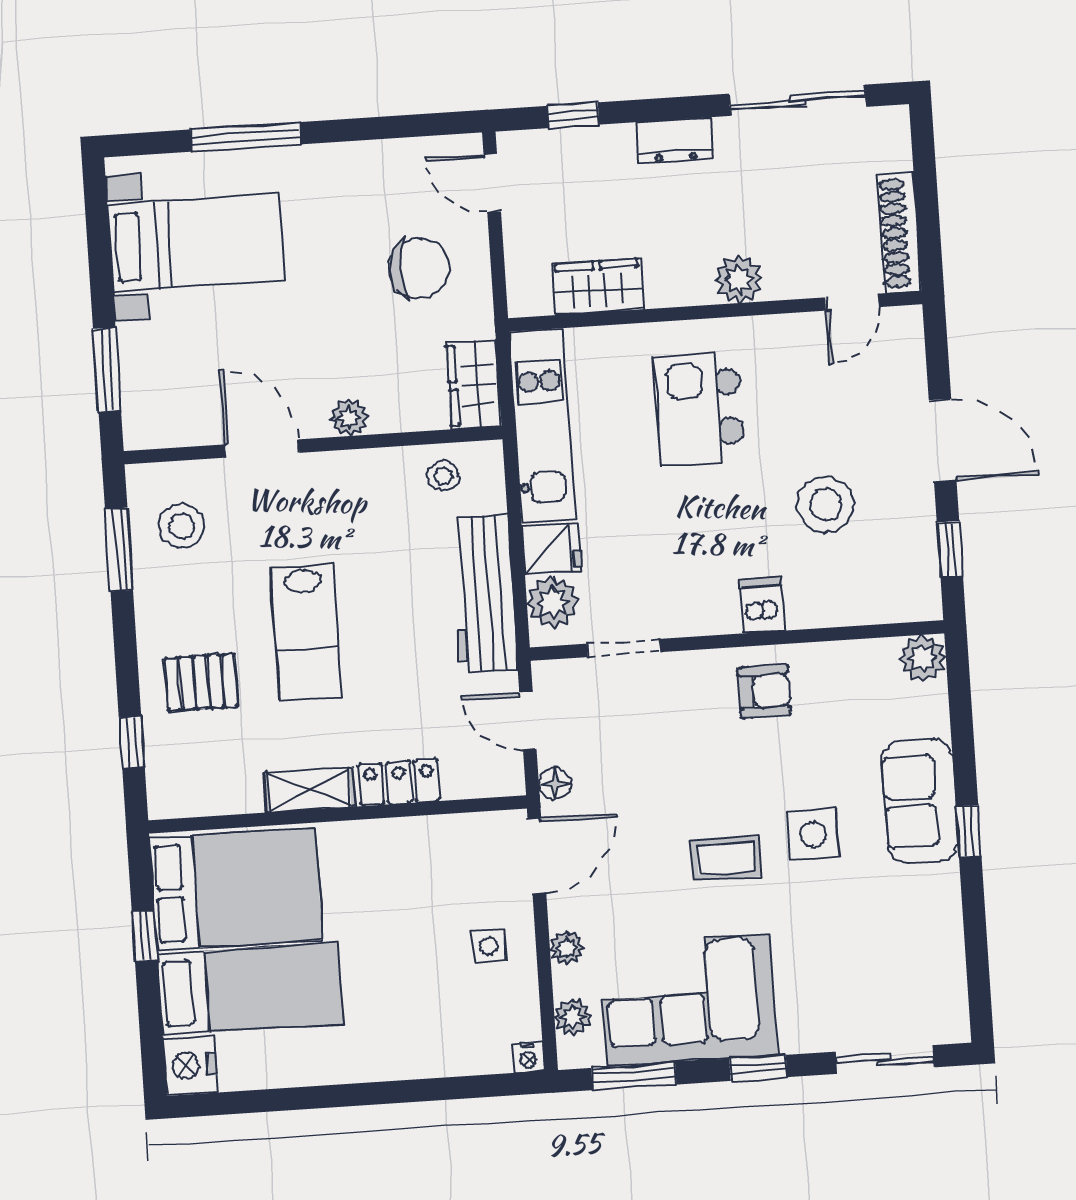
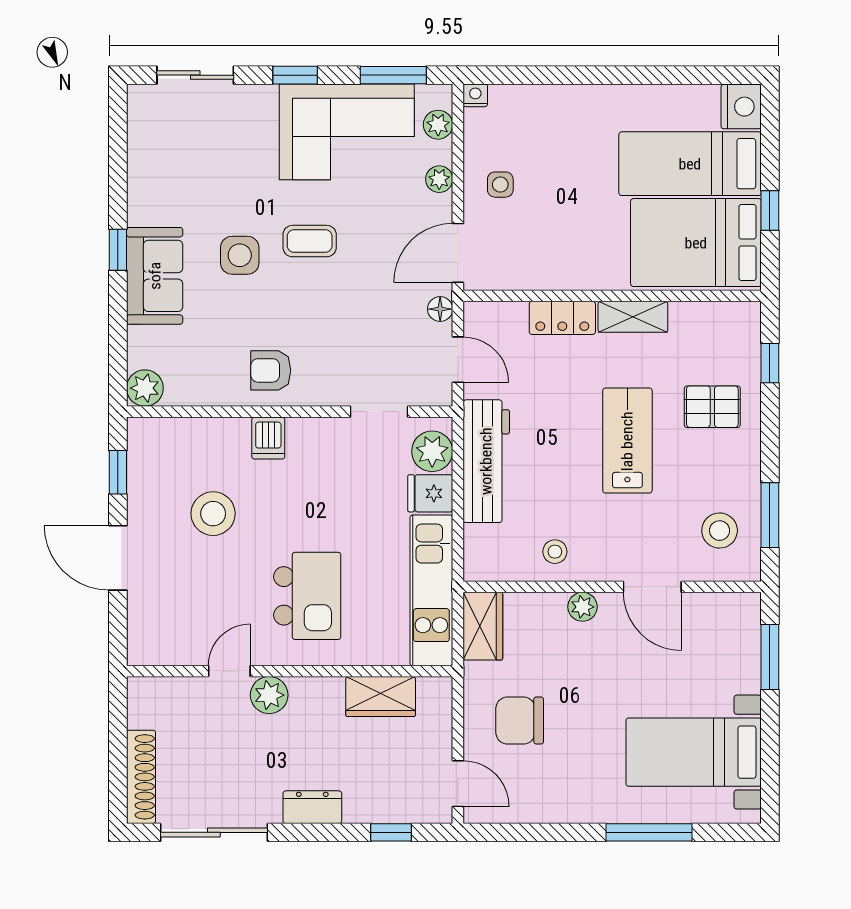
shoe rack: (899, 233) -> (141, 777), moved
door: (852, 302) -> (229, 671), moved
stool: (443, 476) -> (555, 552), moved

